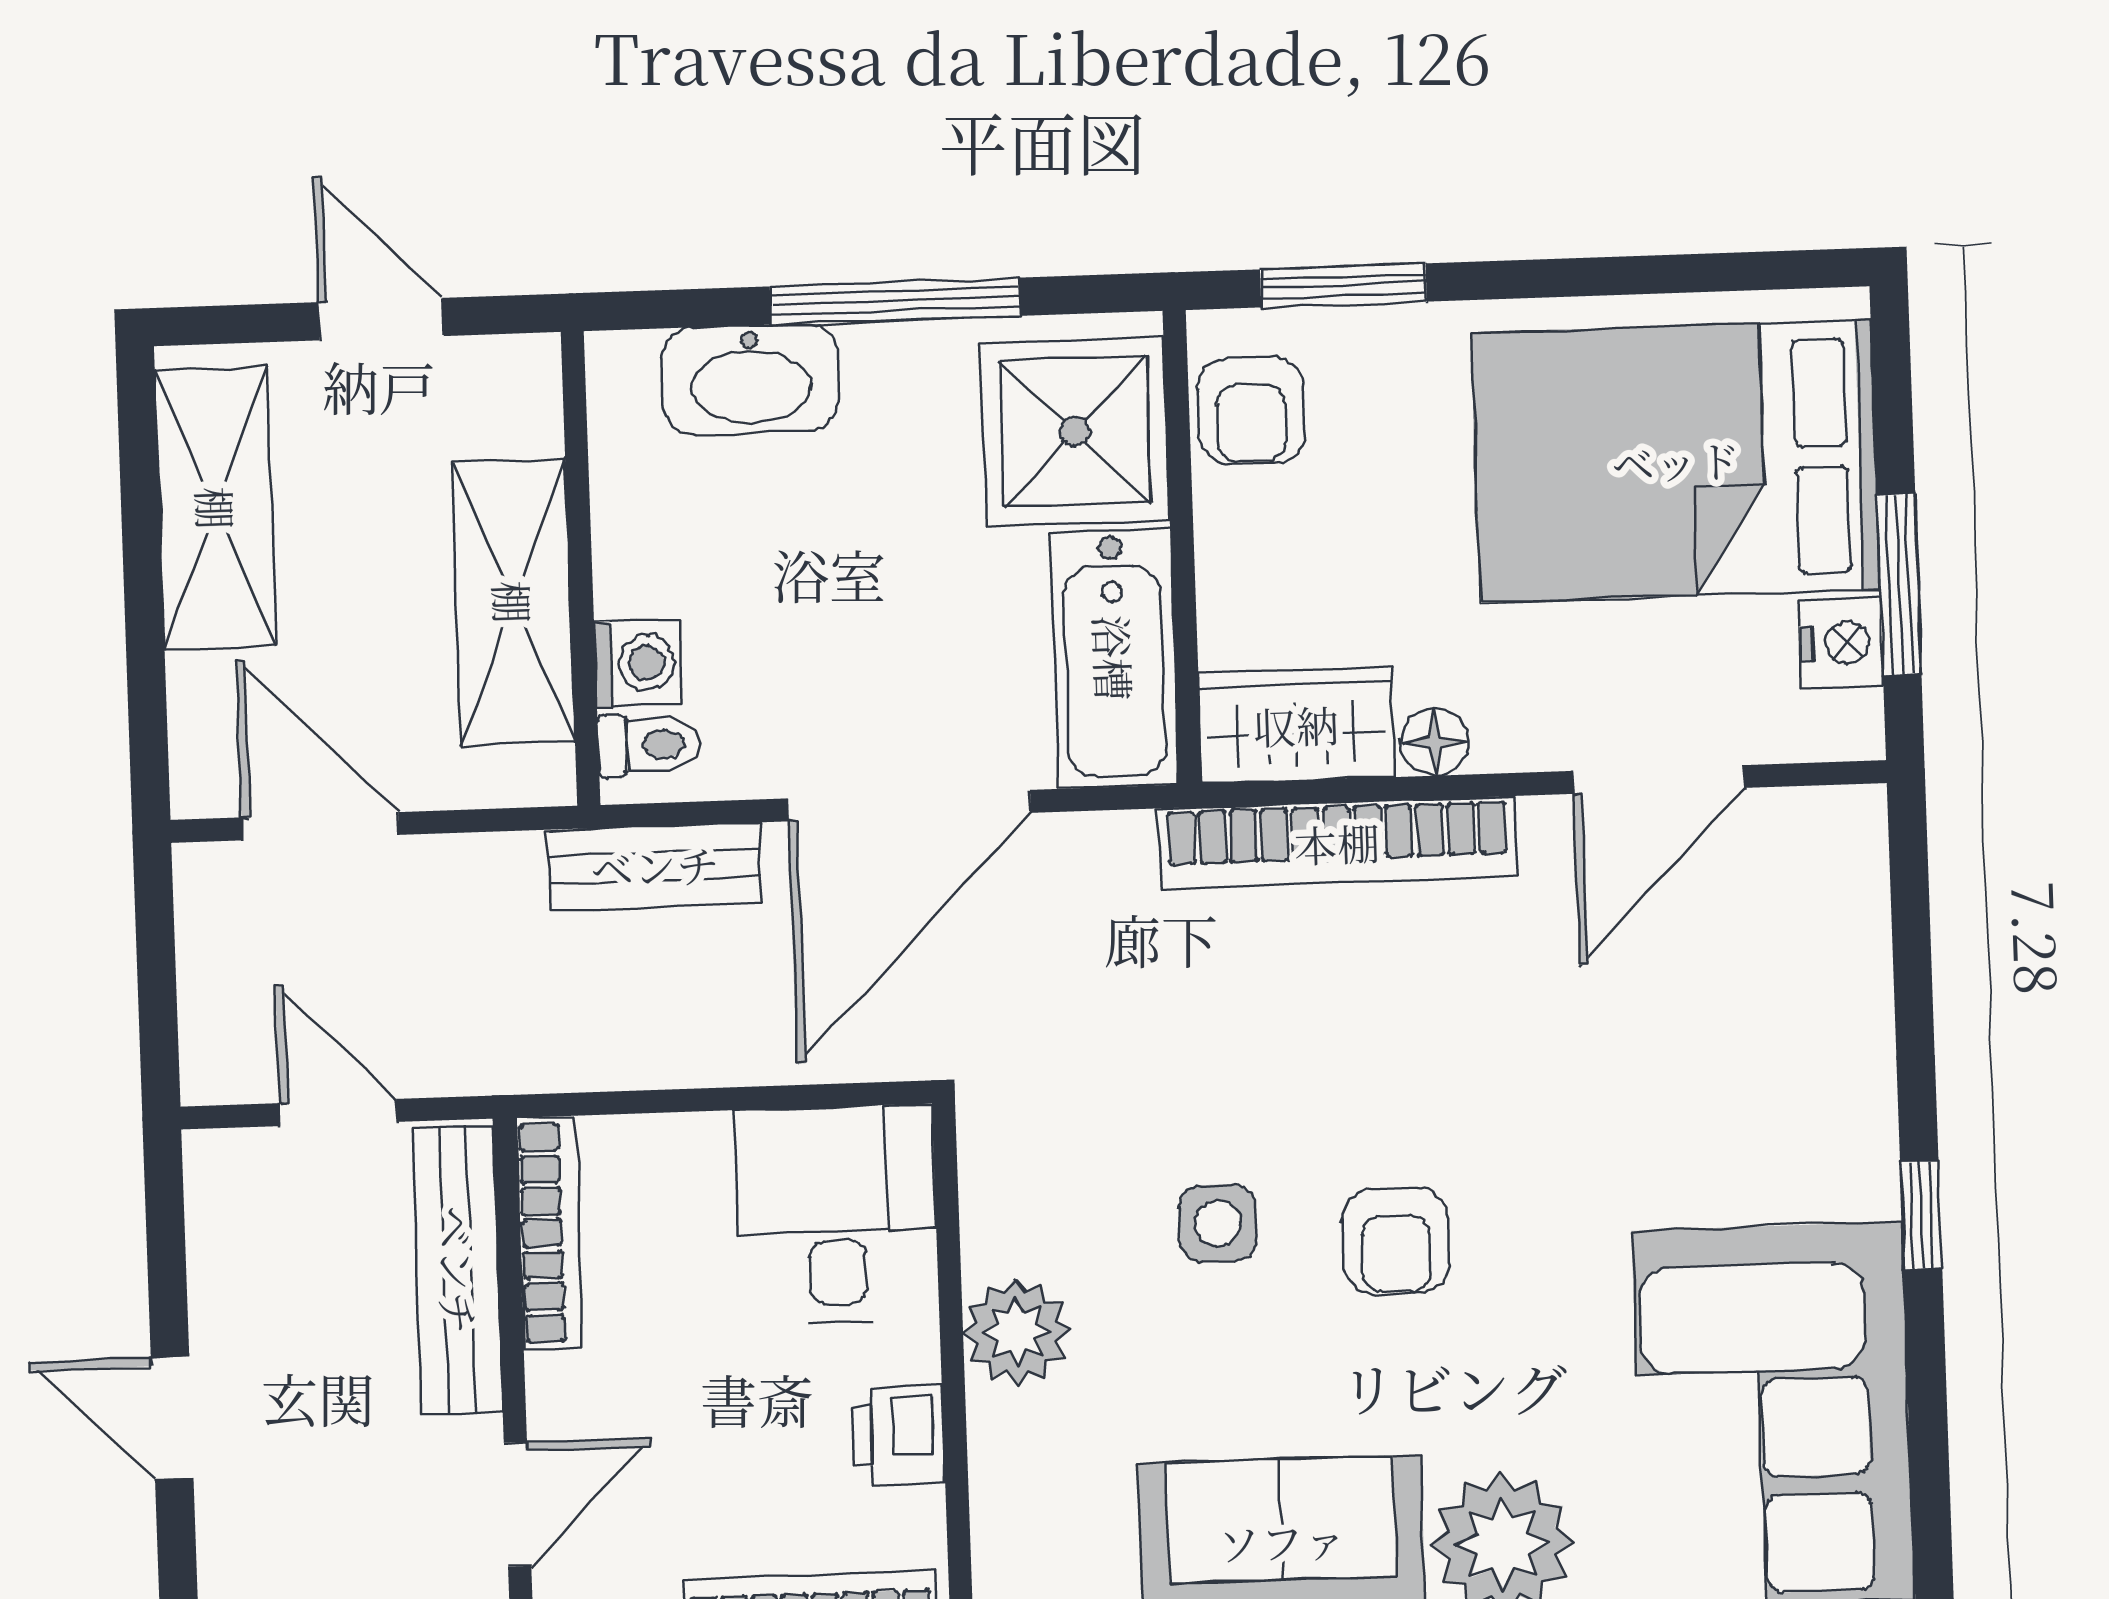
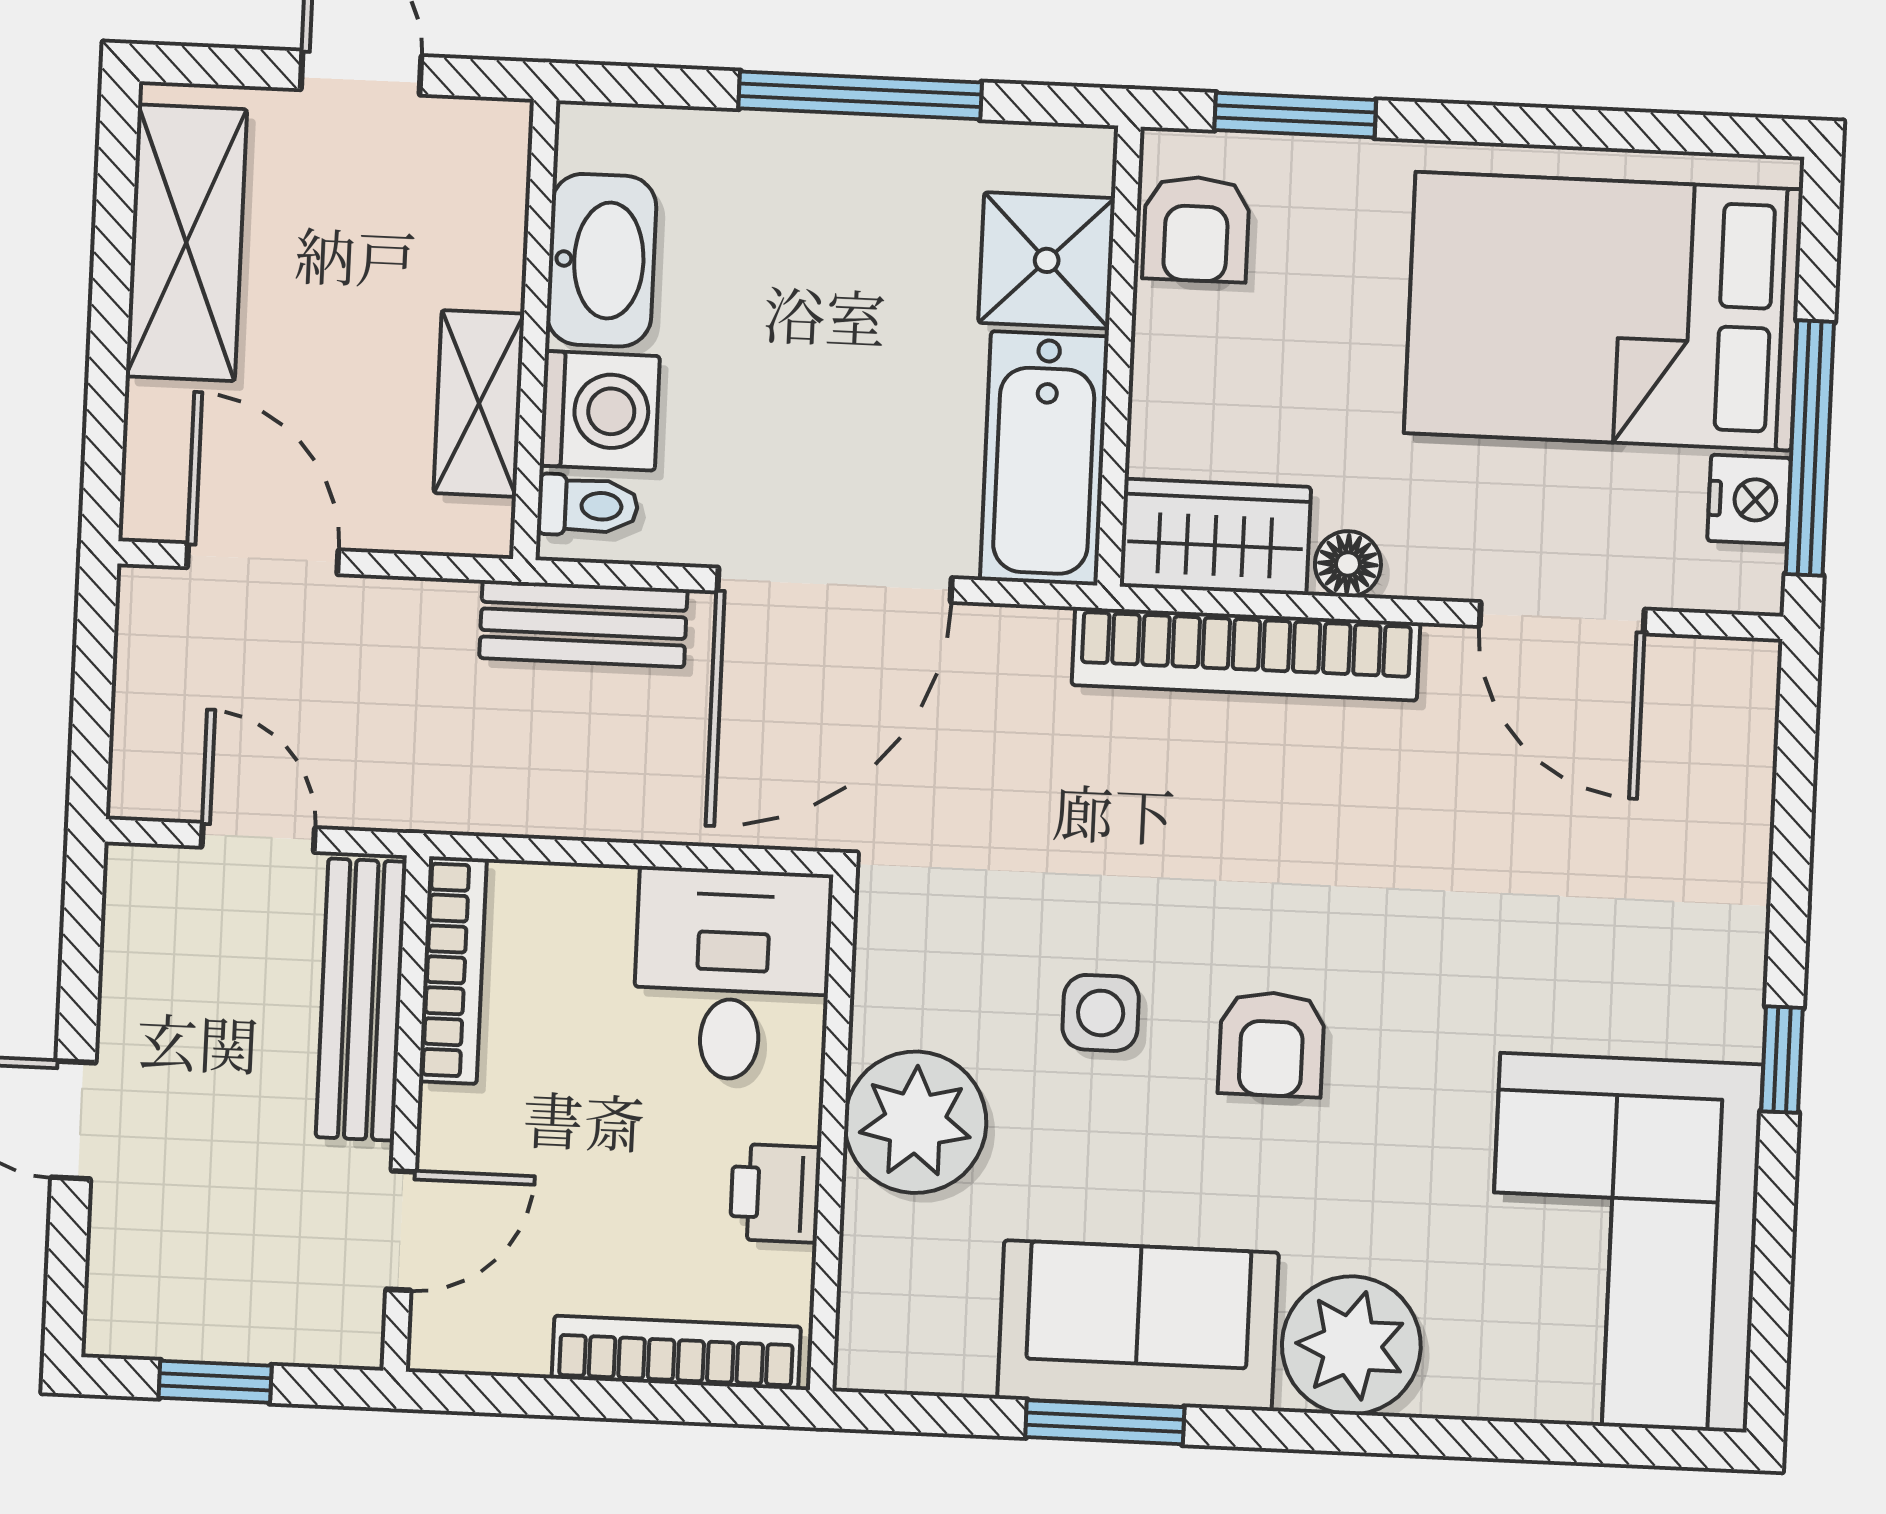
washbasin: (751, 379) -> (601, 260), moved, turned -90
shower: (1075, 432) -> (1047, 260), width x0.73, depth x0.73
window: (1899, 585) -> (1810, 448), width x1.44
shelving: (513, 602) -> (479, 403), width x0.67, depth x0.75
washing machine: (638, 663) -> (600, 411), width x1.38, depth x1.38
door: (1659, 779) -> (1562, 618), hinge flipped
plant: (1016, 1332) -> (915, 1122), width x1.36, depth x1.36

